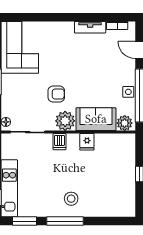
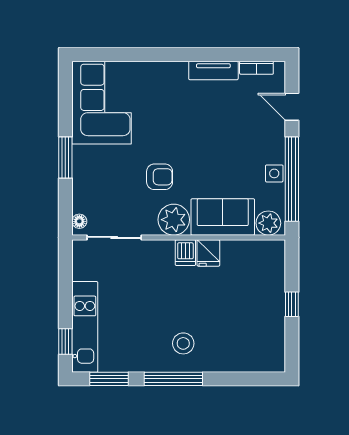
dishwasher: (60, 142) -> (185, 253), moved

